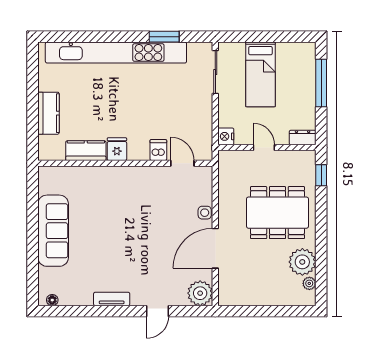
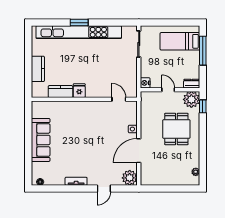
window: (164, 37) -> (79, 23), moved
bed: (260, 74) -> (180, 41), moved, turned 90
dishwasher: (158, 150) -> (104, 91), removed
dining table: (277, 213) -> (176, 129), width x0.73
plant: (302, 262) -> (191, 99), moved

